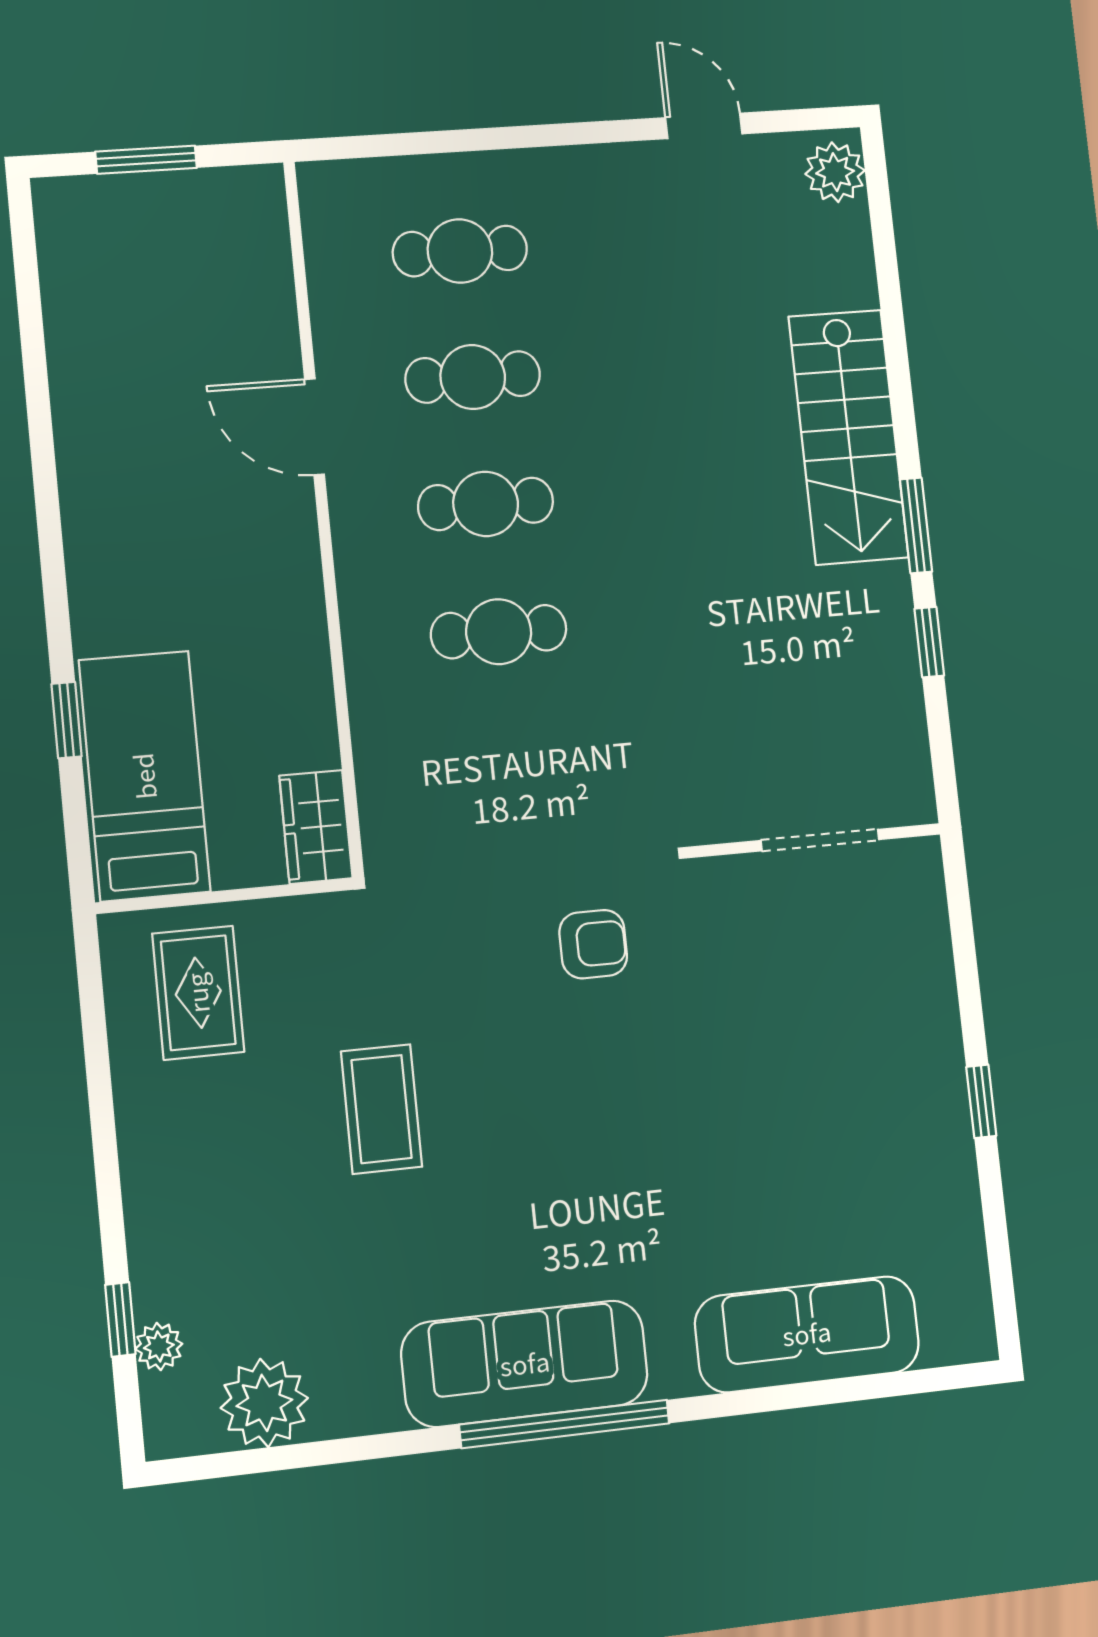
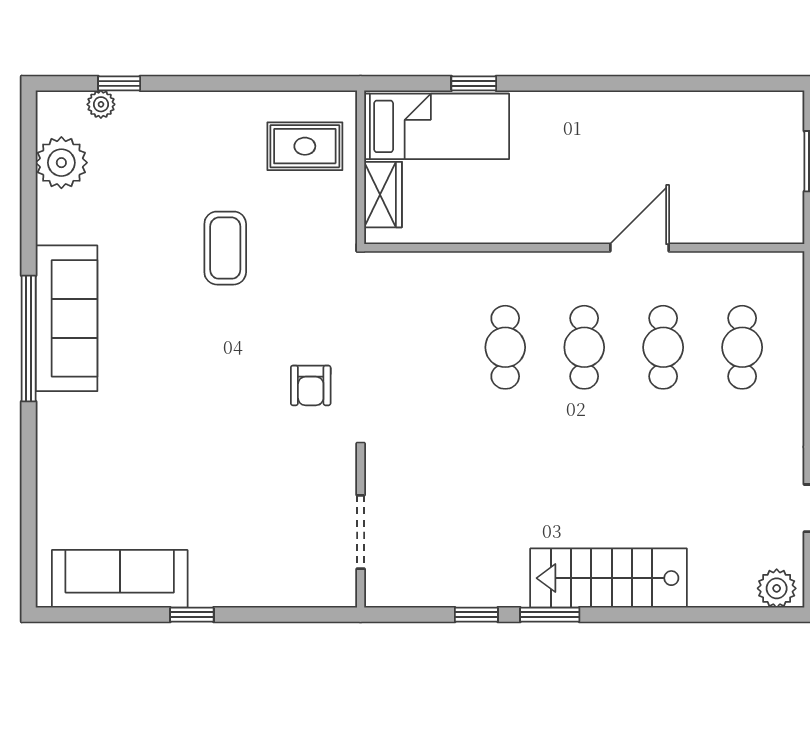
wardrobe: (316, 827) -> (383, 195), moved, turned 90
coffee table: (381, 1109) -> (225, 248), turned 90
sofa: (807, 1334) -> (120, 579), moved, turned -90

